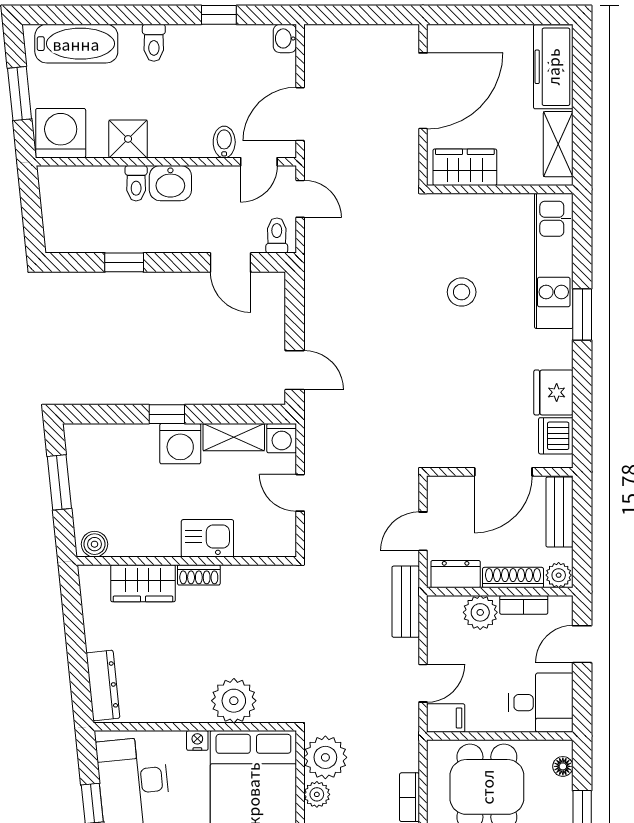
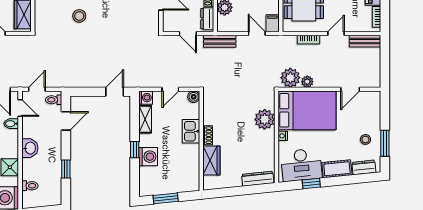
toilet: (136, 183) -> (30, 186), moved
washing machine: (180, 444) -> (148, 157), moved
boiler: (95, 544) -> (194, 97), moved

